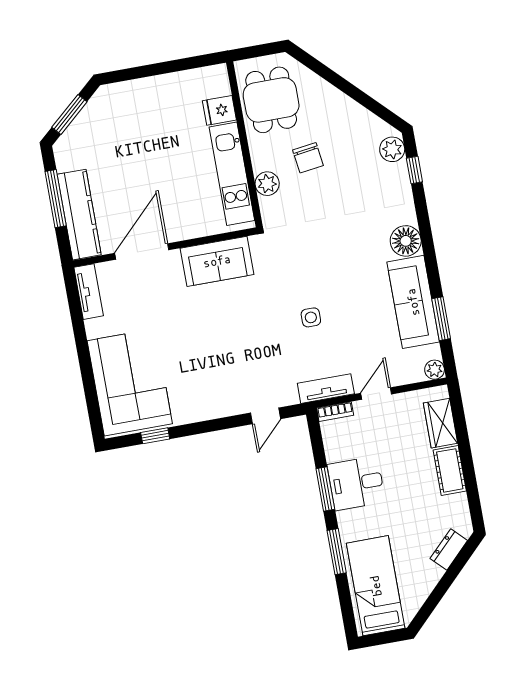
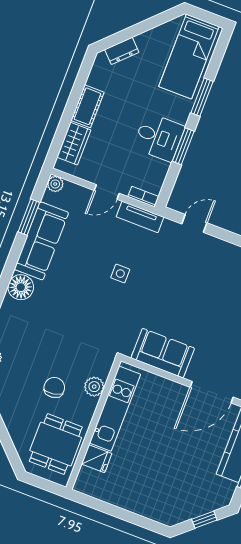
window: (69, 114) -> (204, 520), width x0.67

